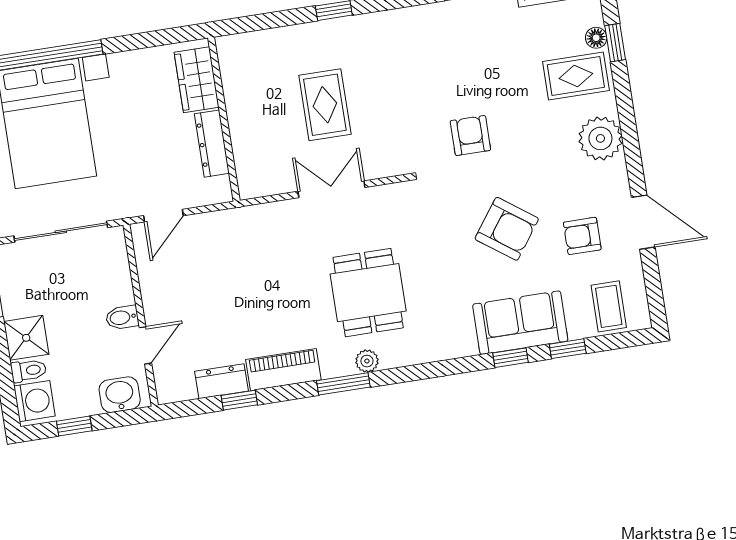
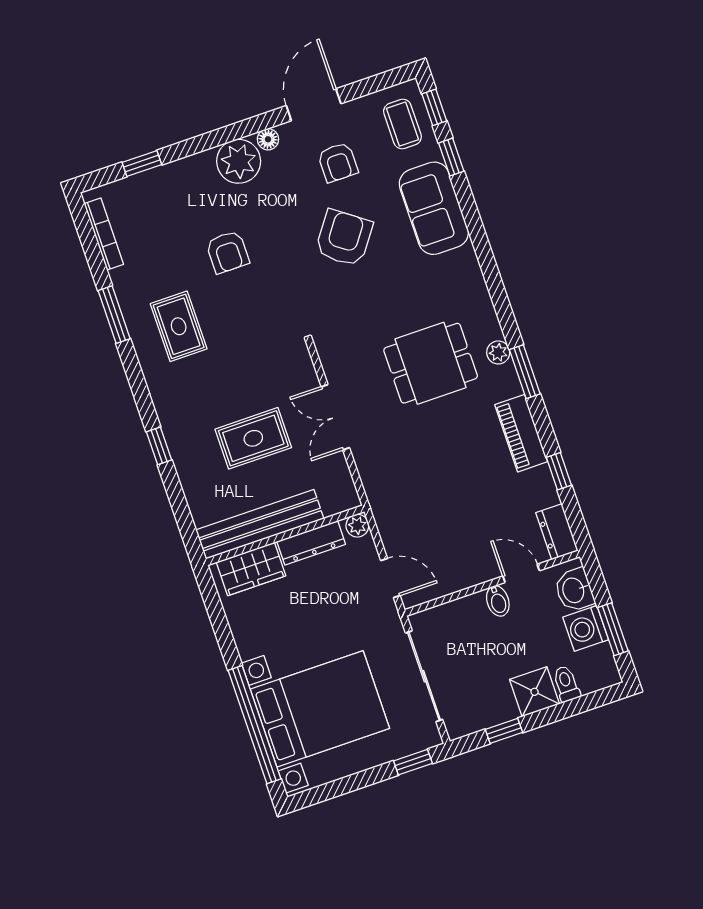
floor lamp: (596, 38) -> (268, 139), moved
rug: (576, 76) -> (179, 326), moved
bench: (239, 96) -> (260, 524), added
armchair: (470, 136) -> (228, 252), moved, turned -90
plant: (221, 192) -> (357, 526), added
coffee table: (609, 306) -> (402, 124), turned 90
window: (510, 358) -> (434, 107), moved
dresser: (222, 381) -> (557, 532), moved
washing machine: (34, 401) -> (586, 628), moved, turned -90
window: (74, 426) -> (613, 629), width x1.50

